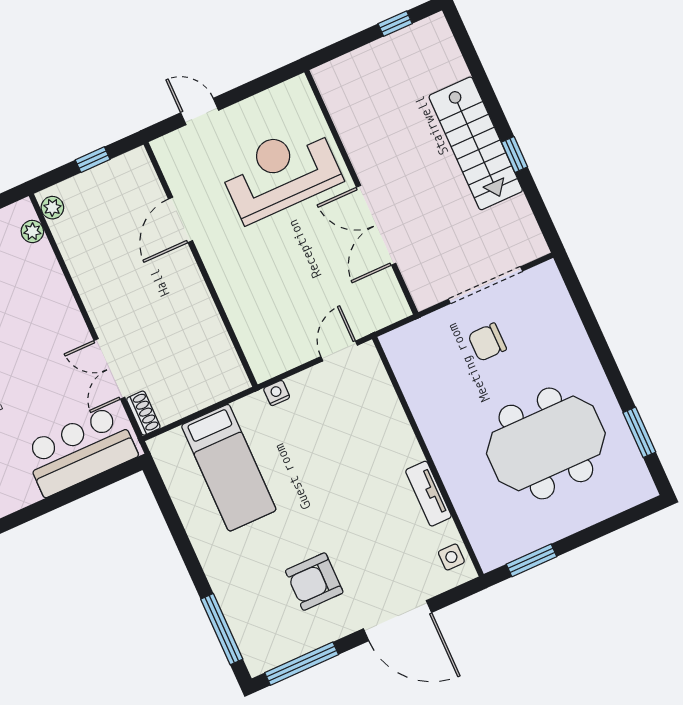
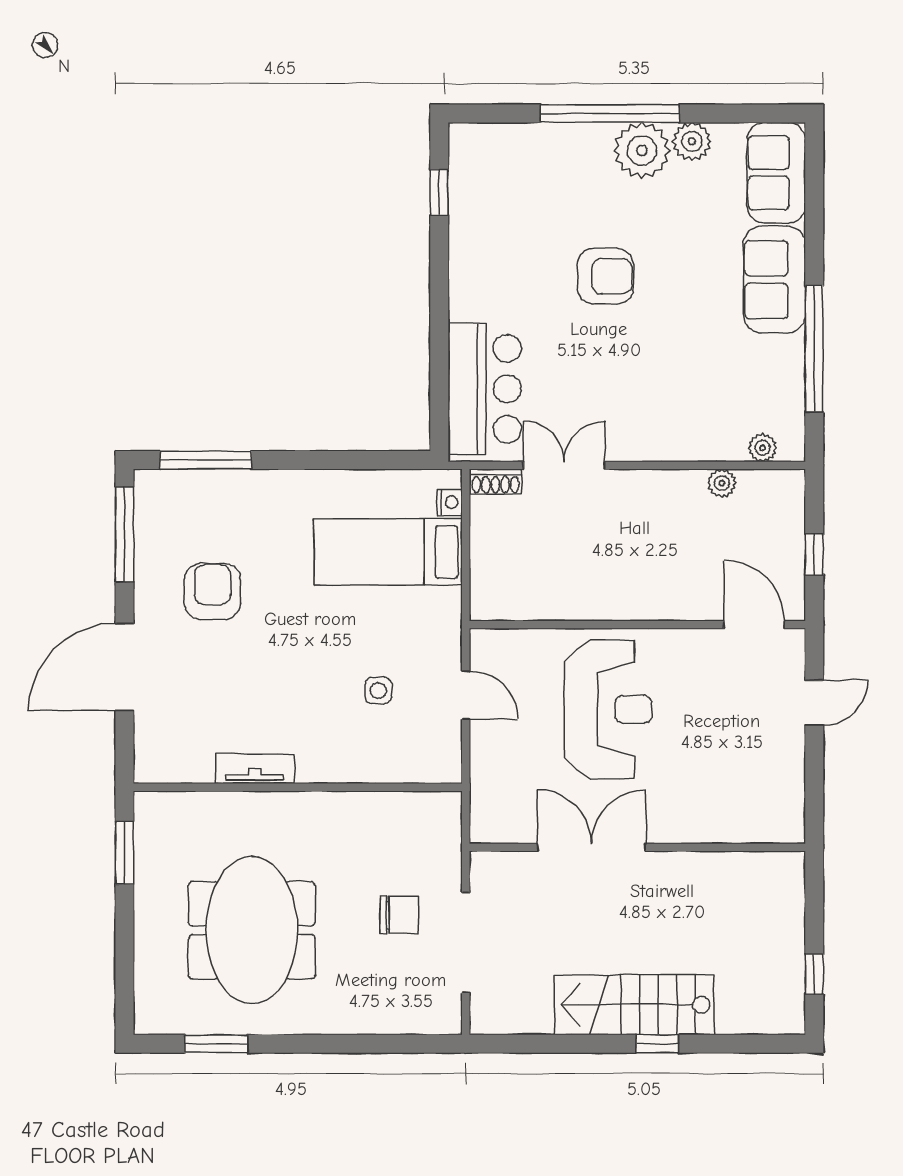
window: (515, 155) -> (658, 1044), moved
reception desk: (280, 172) -> (608, 709), moved
plant: (52, 208) -> (722, 483), moved
door: (180, 220) -> (754, 625), moved
chair: (487, 342) -> (399, 915), turned 90
door: (339, 351) -> (466, 695), moved
nightstand: (277, 393) -> (450, 502), moved
side table: (451, 557) -> (378, 691), moved

